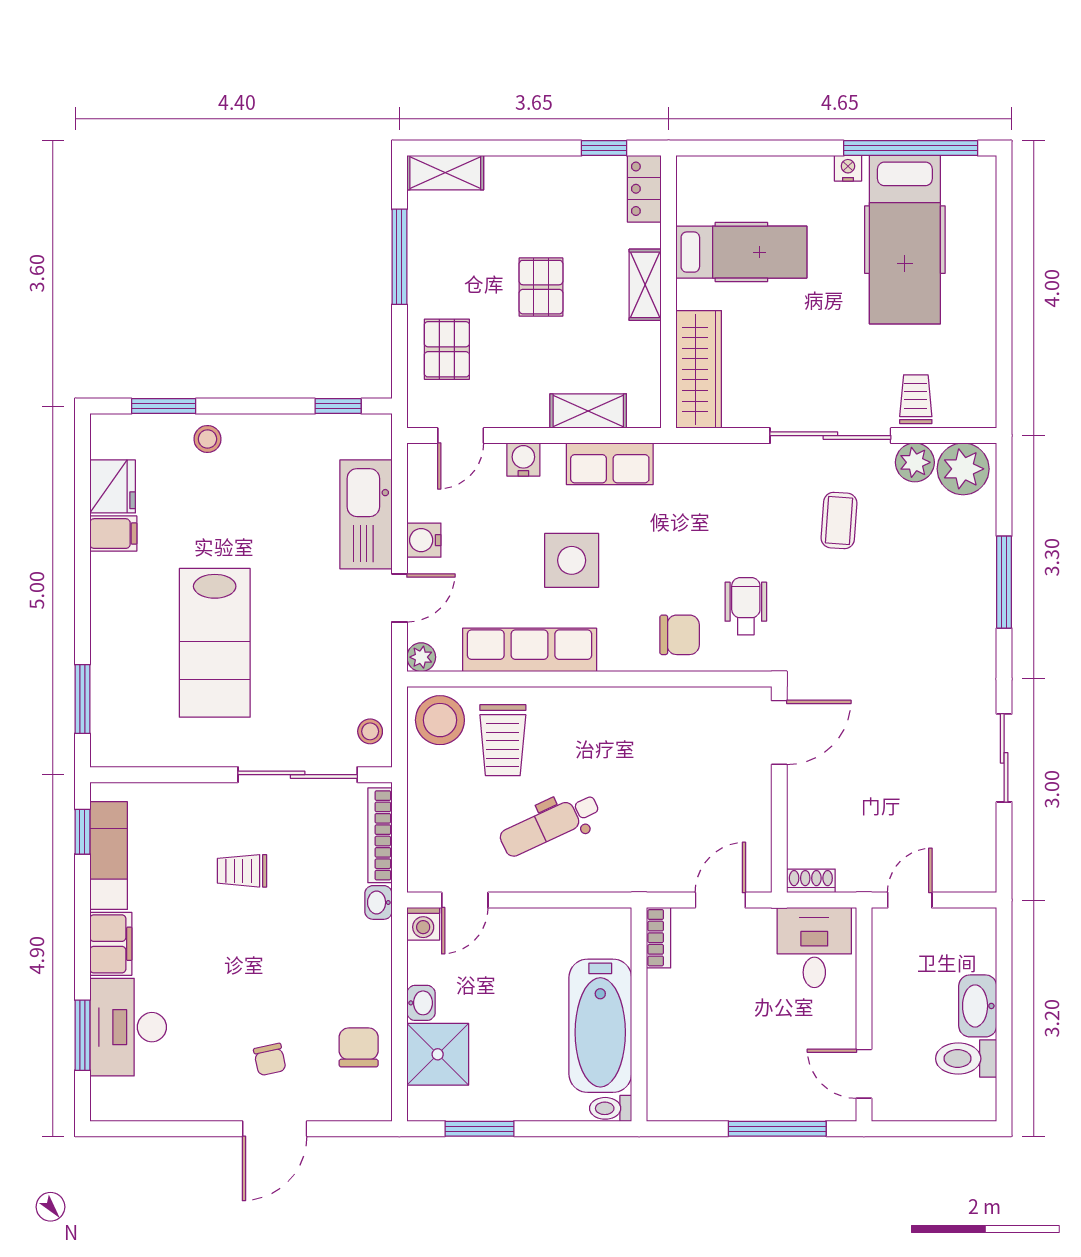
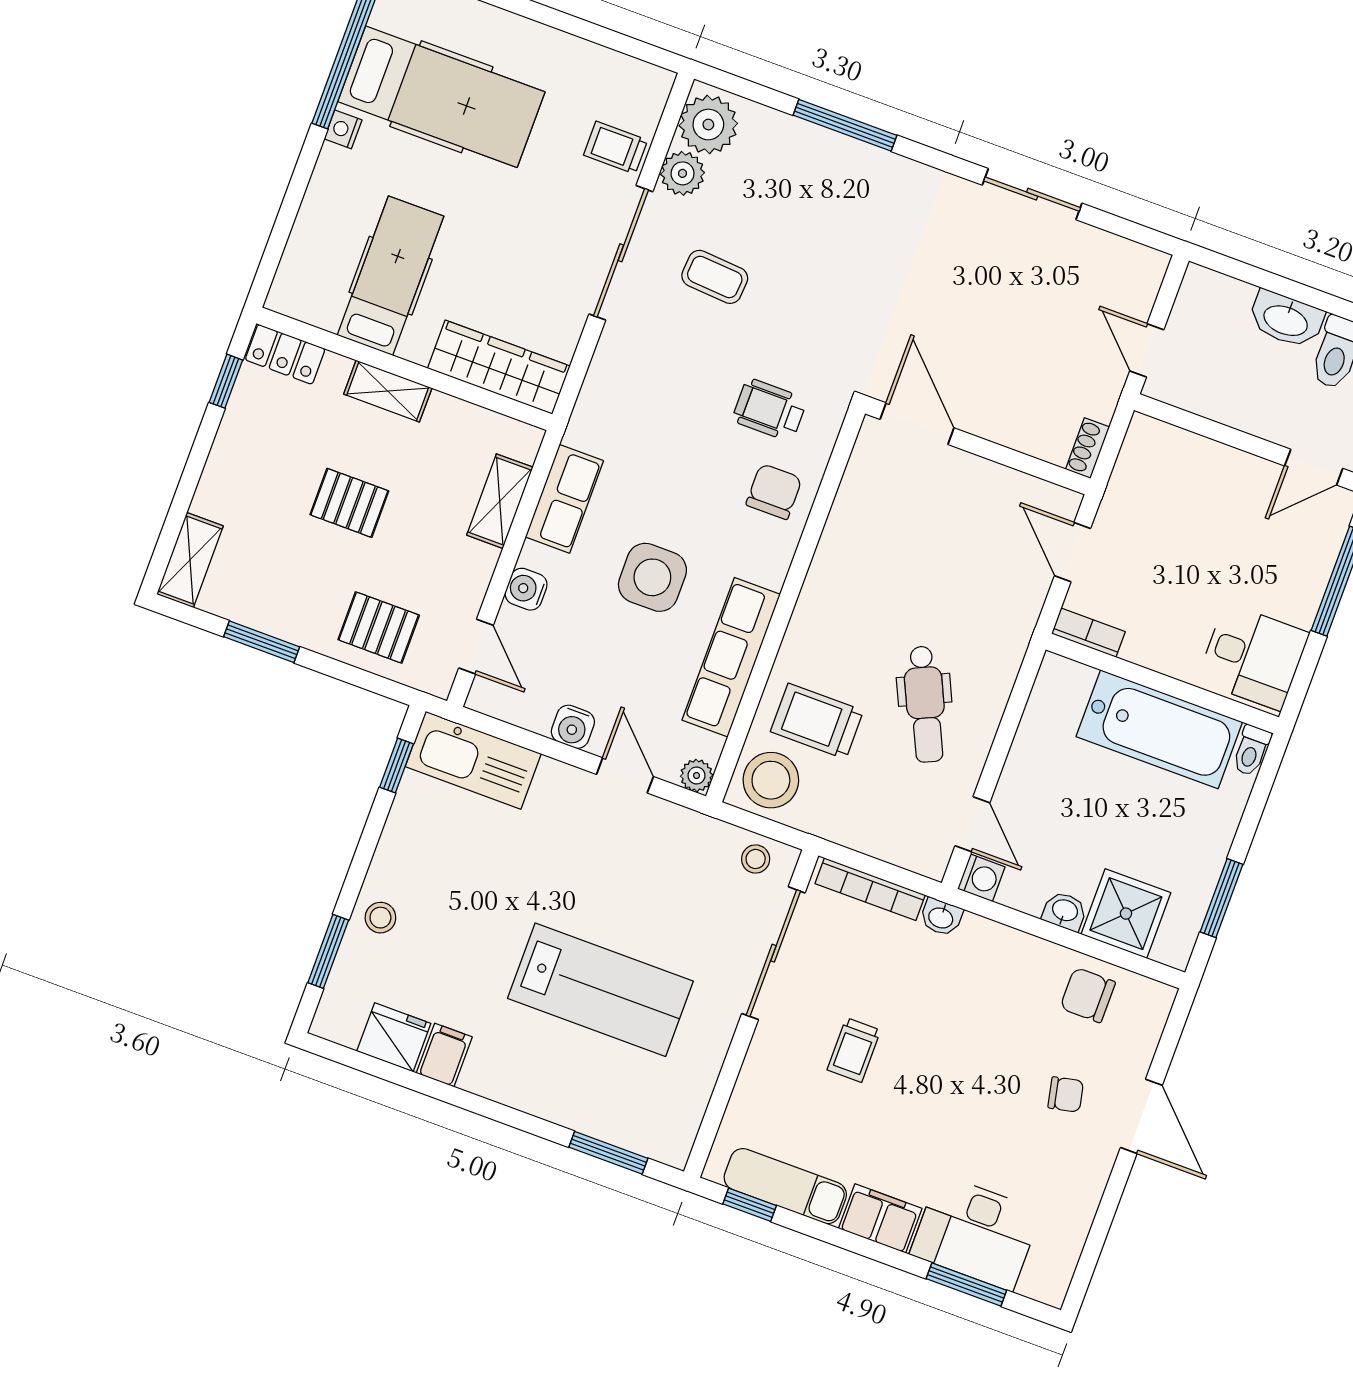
window: (399, 257) -> (262, 642), width x0.69
kitchen sink: (366, 514) -> (473, 760), moved
trolley: (503, 740) -> (817, 721), turned 180
desk: (814, 947) -> (1253, 657), moved, turned 180

